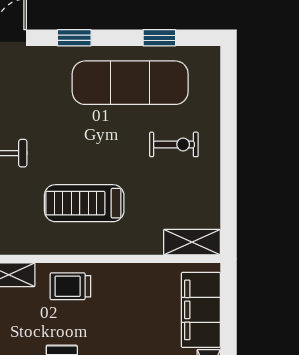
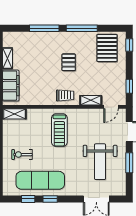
window: (74, 38) -> (50, 199), moved
treadmill: (84, 203) -> (59, 130), turned 90

